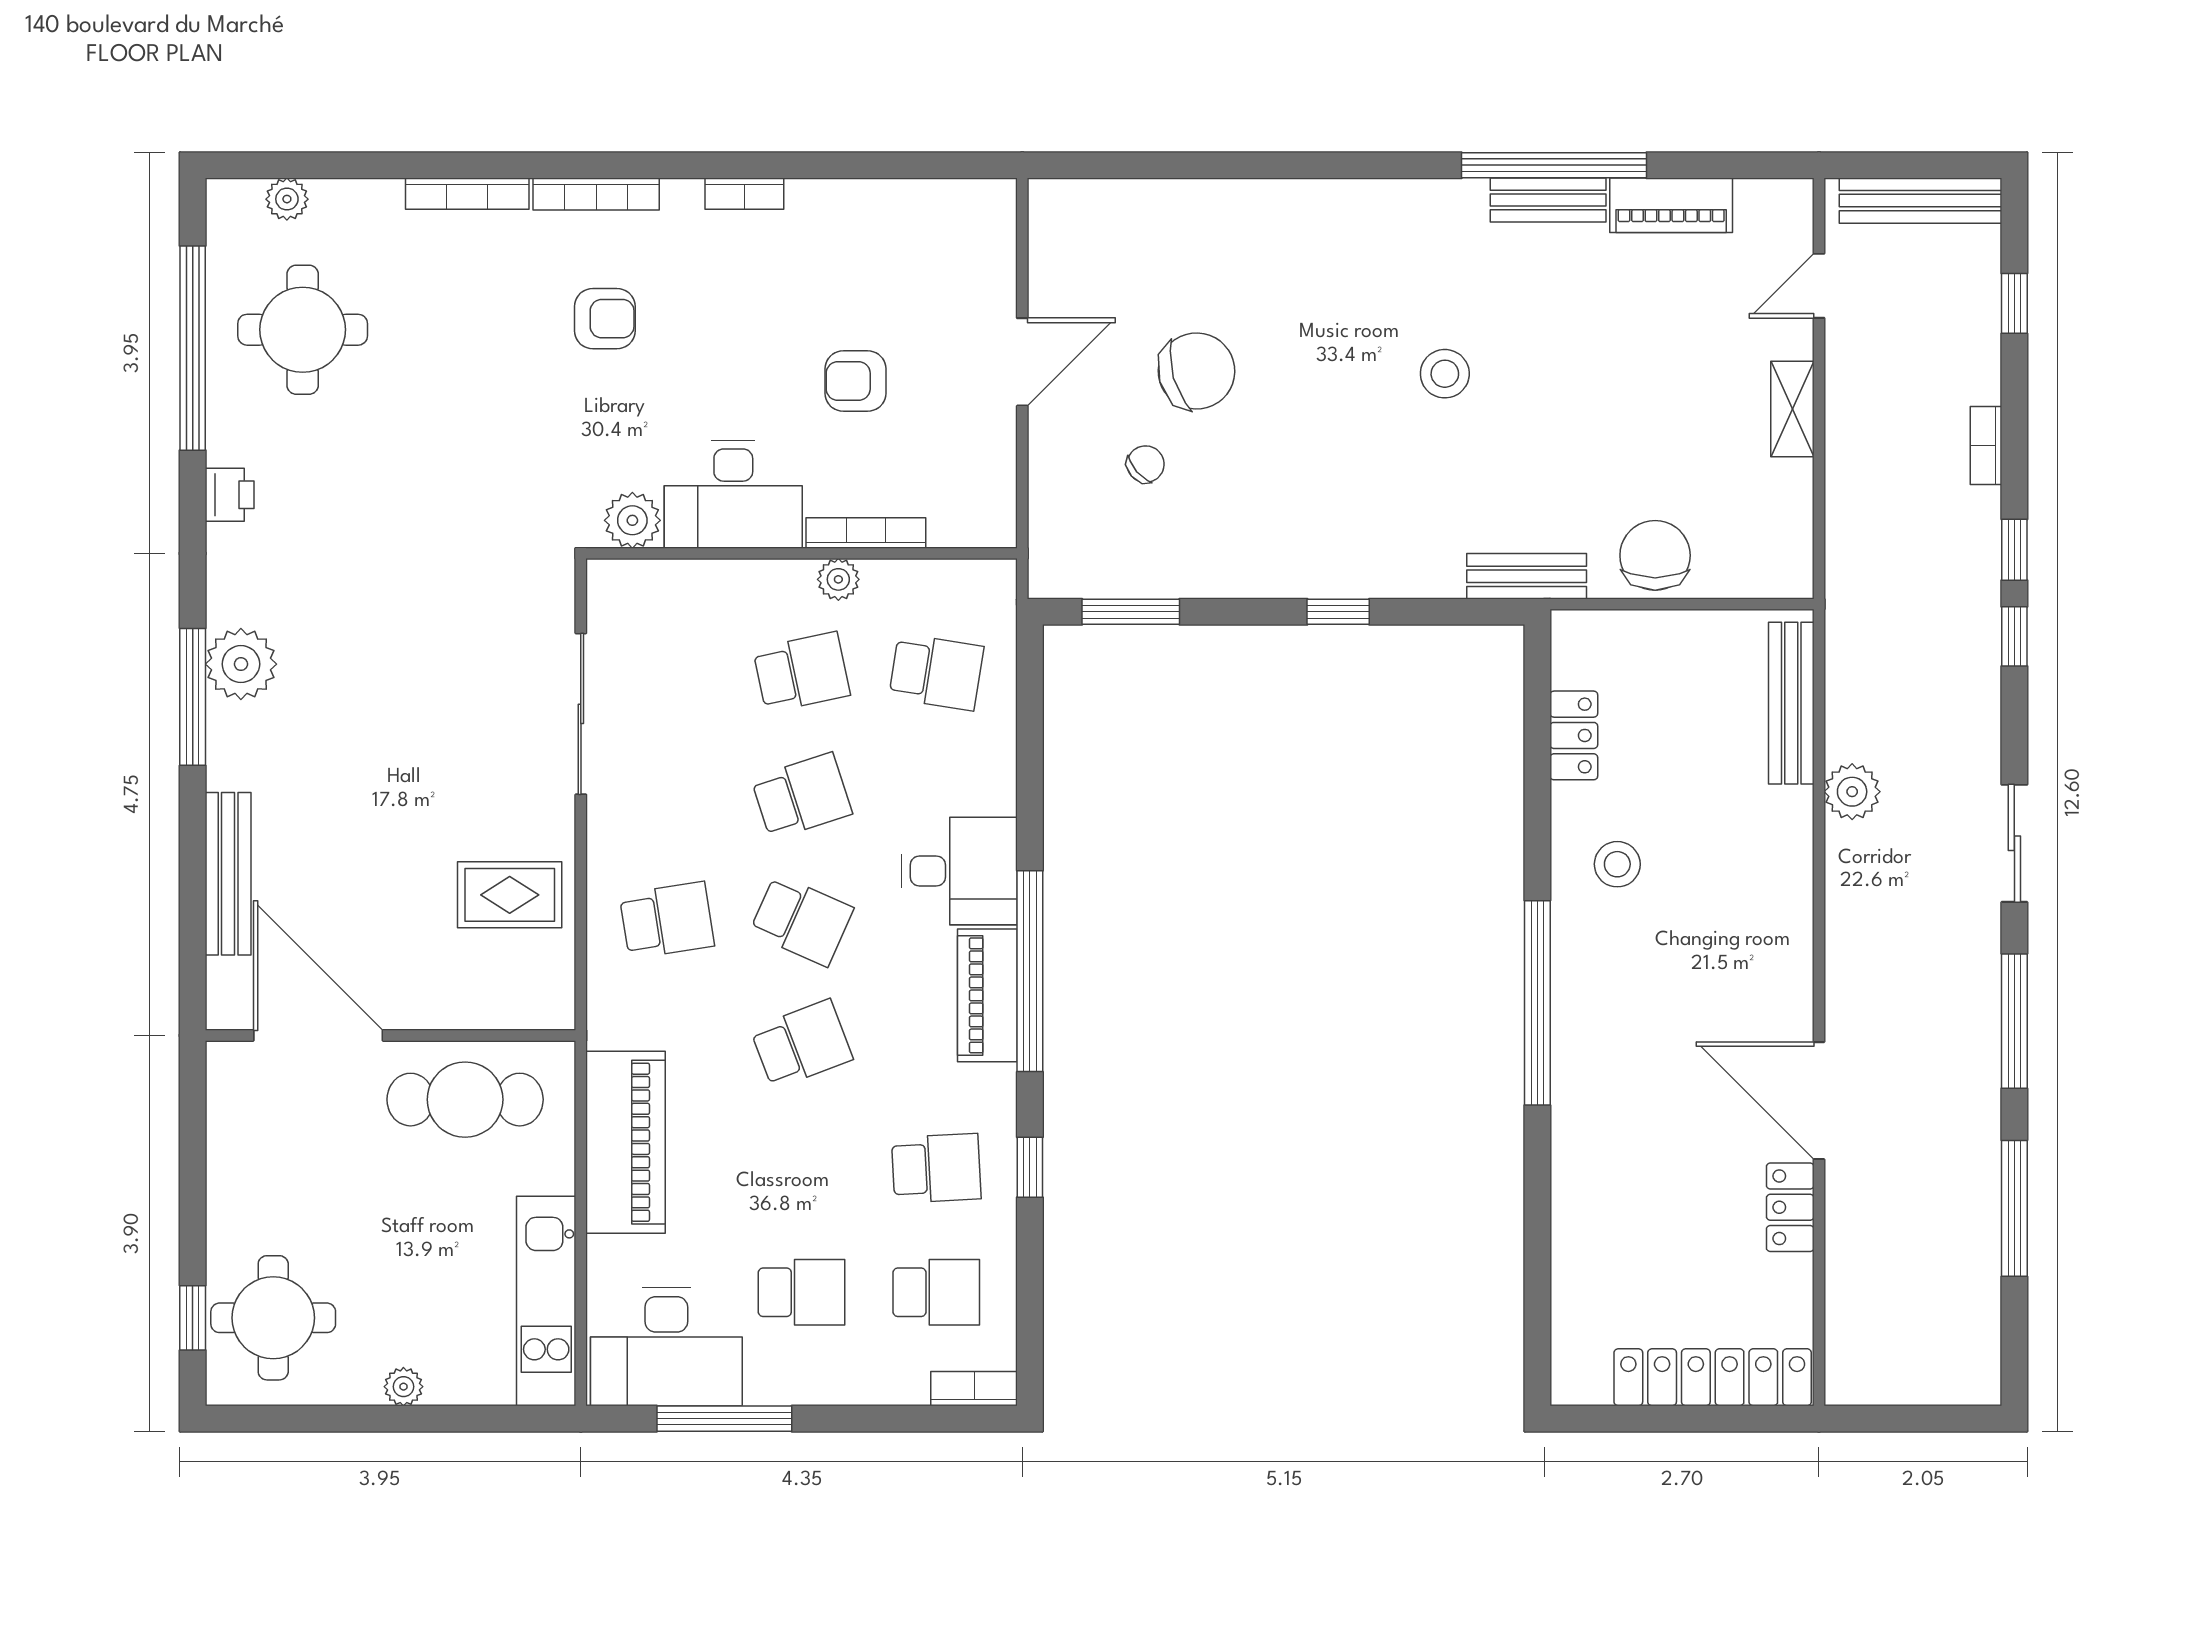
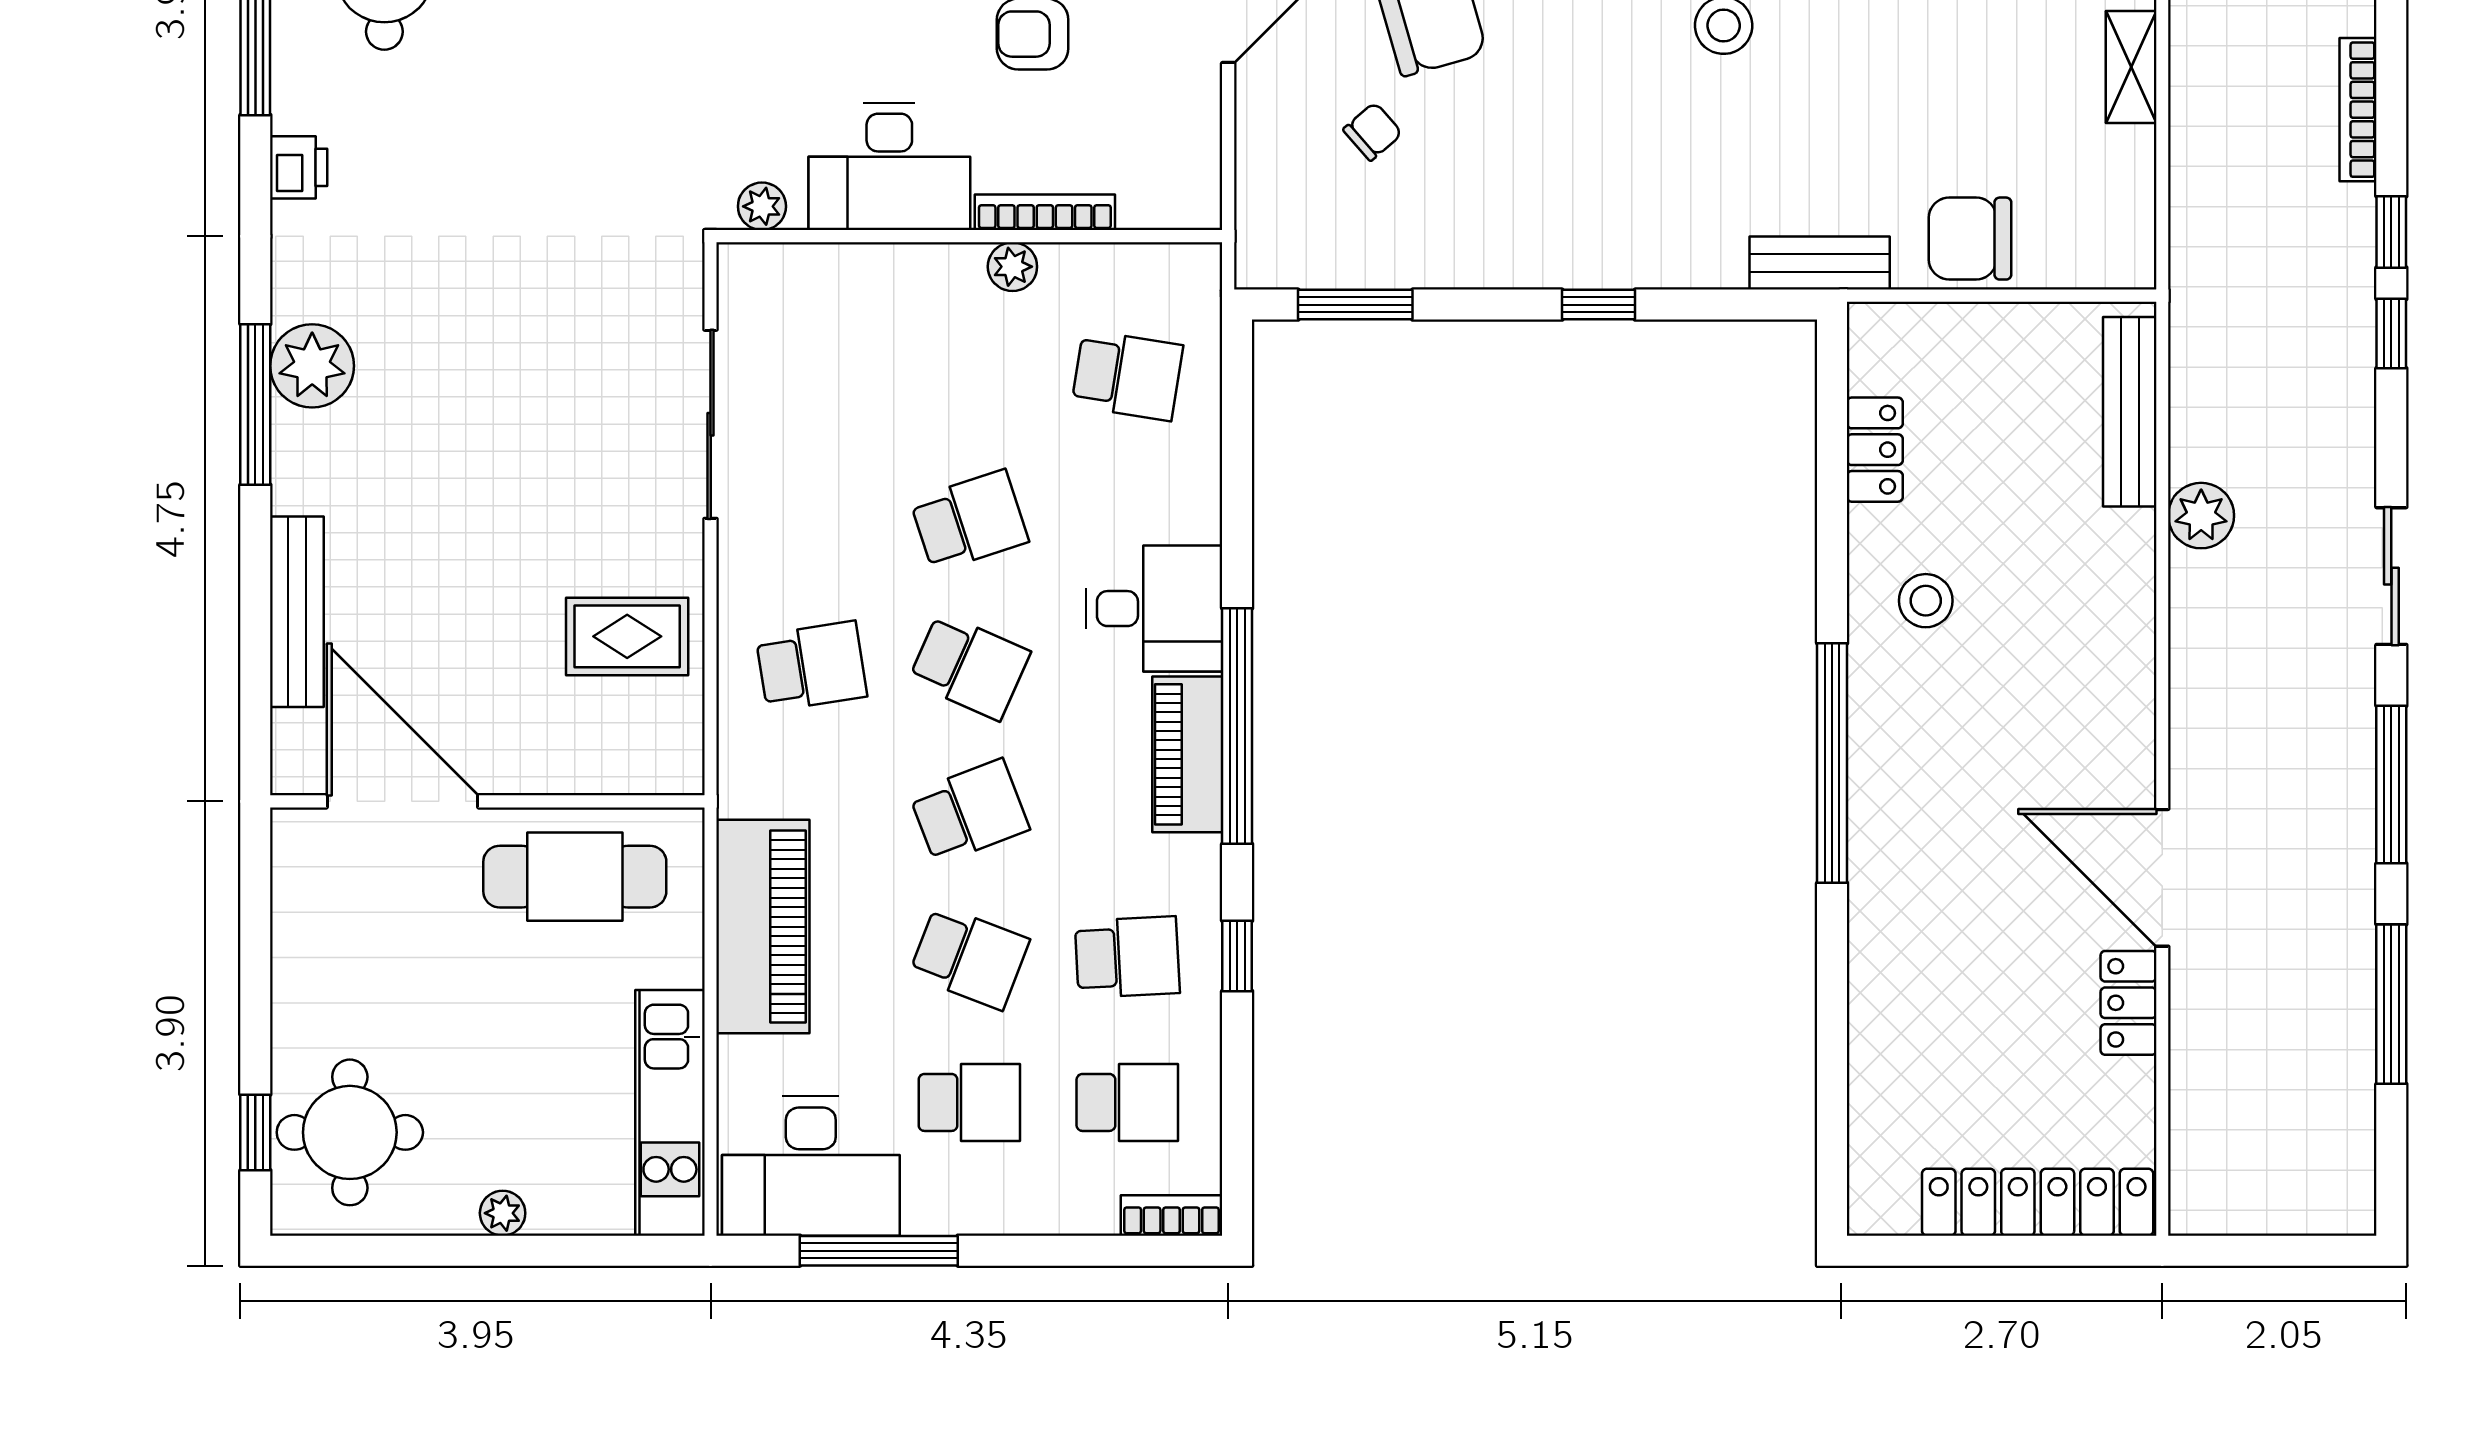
bookcase: (1986, 445) -> (2358, 110), width x1.56
plant: (632, 520) -> (762, 206), width x0.73, depth x0.73
chair: (1655, 555) -> (1970, 239), turned -90
school desk: (802, 672) -> (969, 957), moved, turned 33

